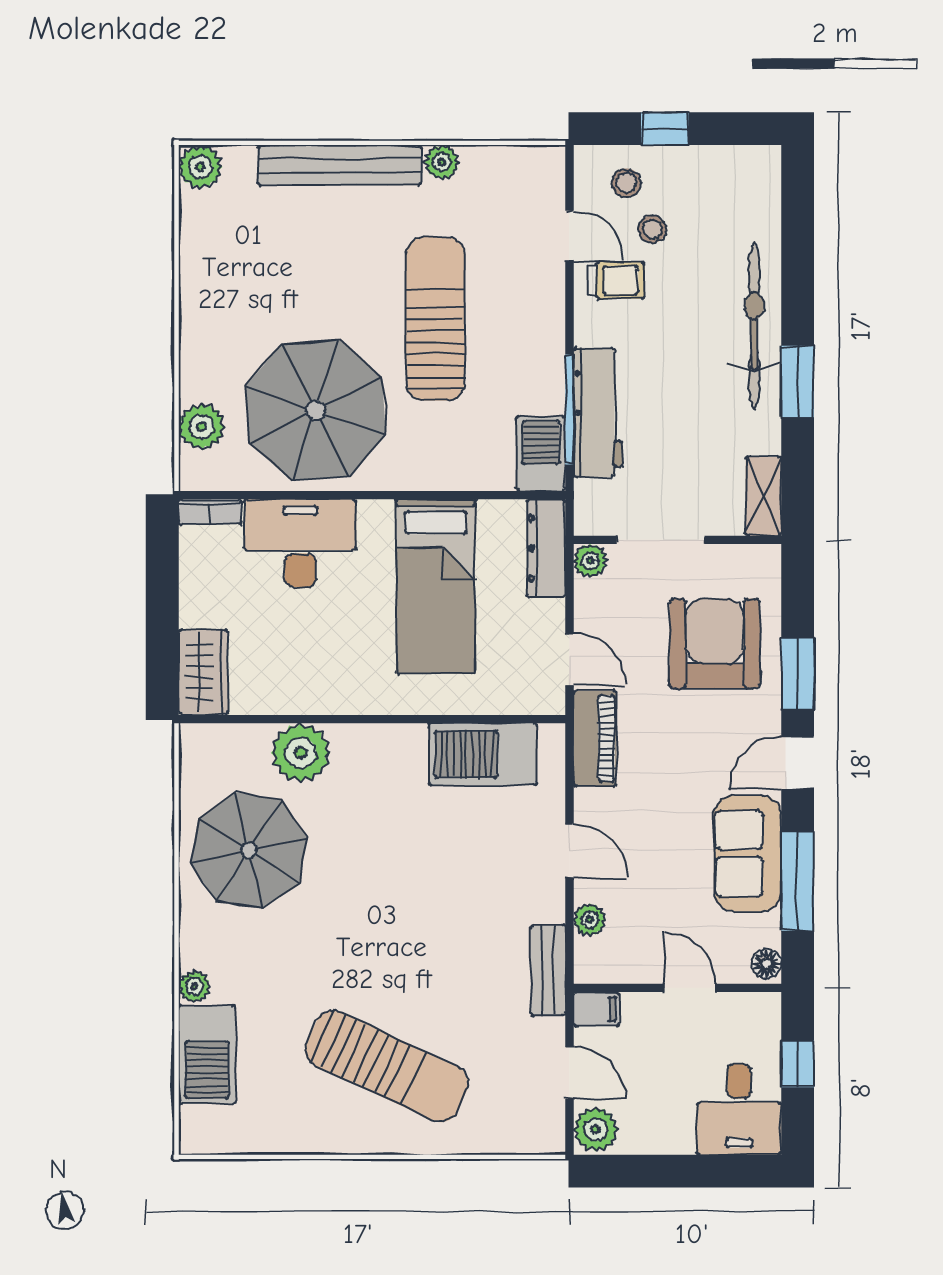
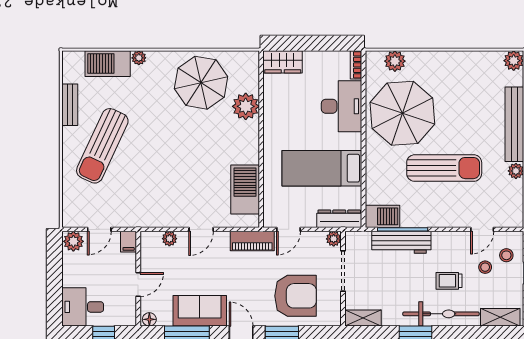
shelving: (762, 196) -> (500, 317), added
trolley: (617, 280) -> (449, 281), moved, turned 90
bench: (548, 970) -> (70, 105), moved, turned 90

